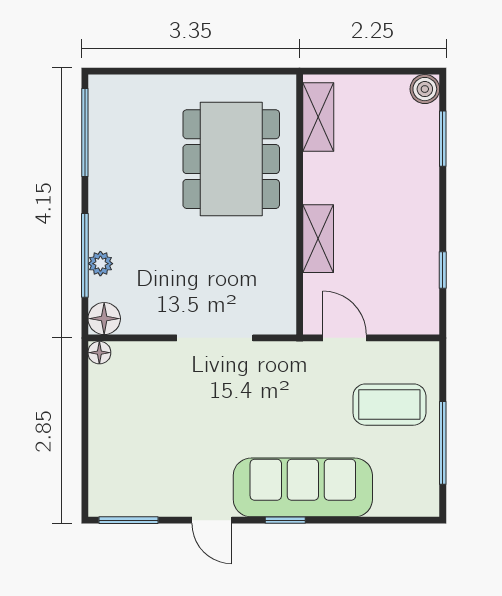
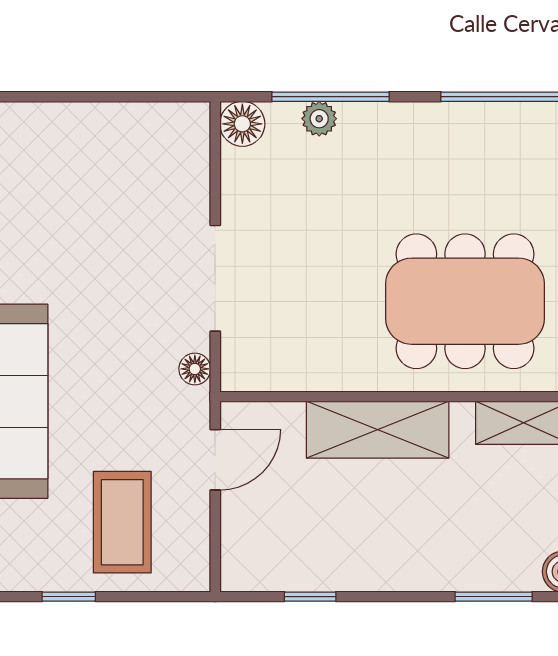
shelving: (318, 239) -> (378, 430), width x1.50, depth x1.33
floor lamp: (99, 353) -> (195, 369), moved
window: (443, 443) -> (69, 597), width x0.46

